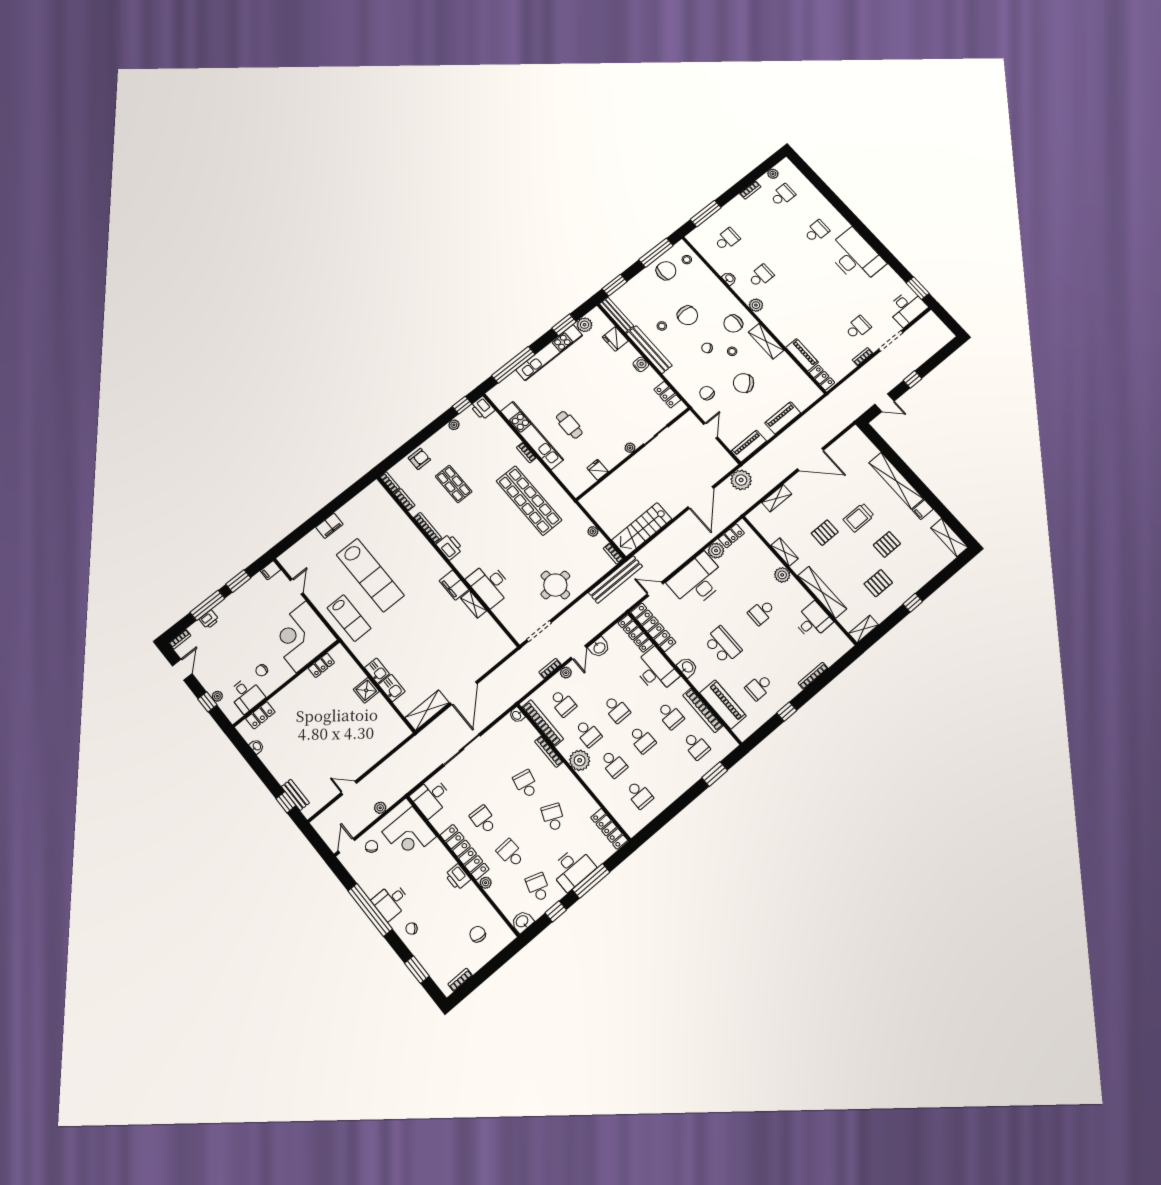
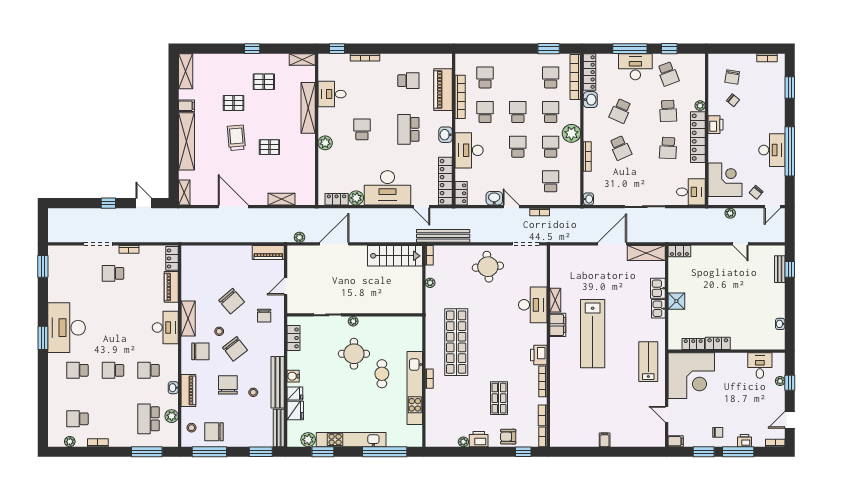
window: (866, 234) -> (43, 338), added
school desk: (727, 239) -> (149, 419), width x1.85
school desk: (789, 254) -> (113, 370), added
plant: (756, 305) -> (172, 416), moved
desk: (907, 308) -> (165, 327), moved, turned 90
chair: (707, 348) -> (235, 349), width x1.87, depth x1.87
window: (462, 405) -> (523, 452), moved
printer: (483, 408) -> (479, 439), moved, turned -90
piano: (783, 418) -> (188, 390), moved, turned -90
round table: (606, 422) -> (354, 354), added
fridge: (598, 470) -> (295, 394), moved, turned -90
plant: (741, 480) -> (300, 237), width x0.53, depth x0.53
trolley: (859, 518) -> (236, 138), turned -95
filing cabinet: (329, 526) -> (605, 440), width x0.50
shelving: (784, 552) -> (184, 192), moved
lab bench: (370, 575) -> (593, 334), moved, turned 180
door: (297, 587) -> (667, 414), hinge flipped
school desk: (762, 612) -> (362, 129), turned -90
locker: (636, 633) -> (461, 193), width x0.66
door: (579, 652) -> (511, 207), hinge flipped
chair: (262, 670) -> (718, 432), moved
plant: (566, 673) -> (531, 200), removed
window: (787, 712) -> (337, 49), moved
locker: (260, 715) -> (718, 343), moved
bookcase: (543, 723) -> (575, 77), moved
locker: (399, 736) -> (679, 251), added
window: (715, 774) -> (549, 49), moved
school desk: (526, 784) -> (620, 148), turned -36
school desk: (538, 887) -> (668, 74), turned -39
desk: (391, 901) -> (772, 150), width x1.37
washbasin: (522, 922) -> (590, 100), moved, turned -90
chair: (412, 929) -> (733, 100), moved

